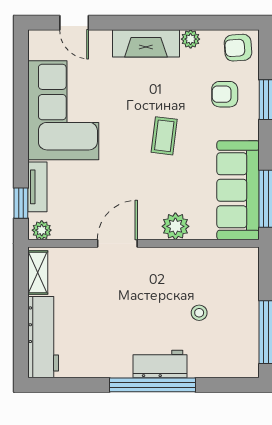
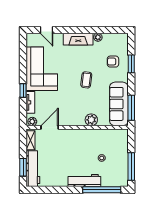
armchair: (238, 48) -> (119, 41), removed
window: (21, 203) -> (23, 90), moved
door: (117, 243) -> (50, 127), moved
window: (21, 334) -> (23, 167), added
workbench: (160, 364) -> (84, 181), width x1.38
window: (152, 385) -> (102, 190), moved

